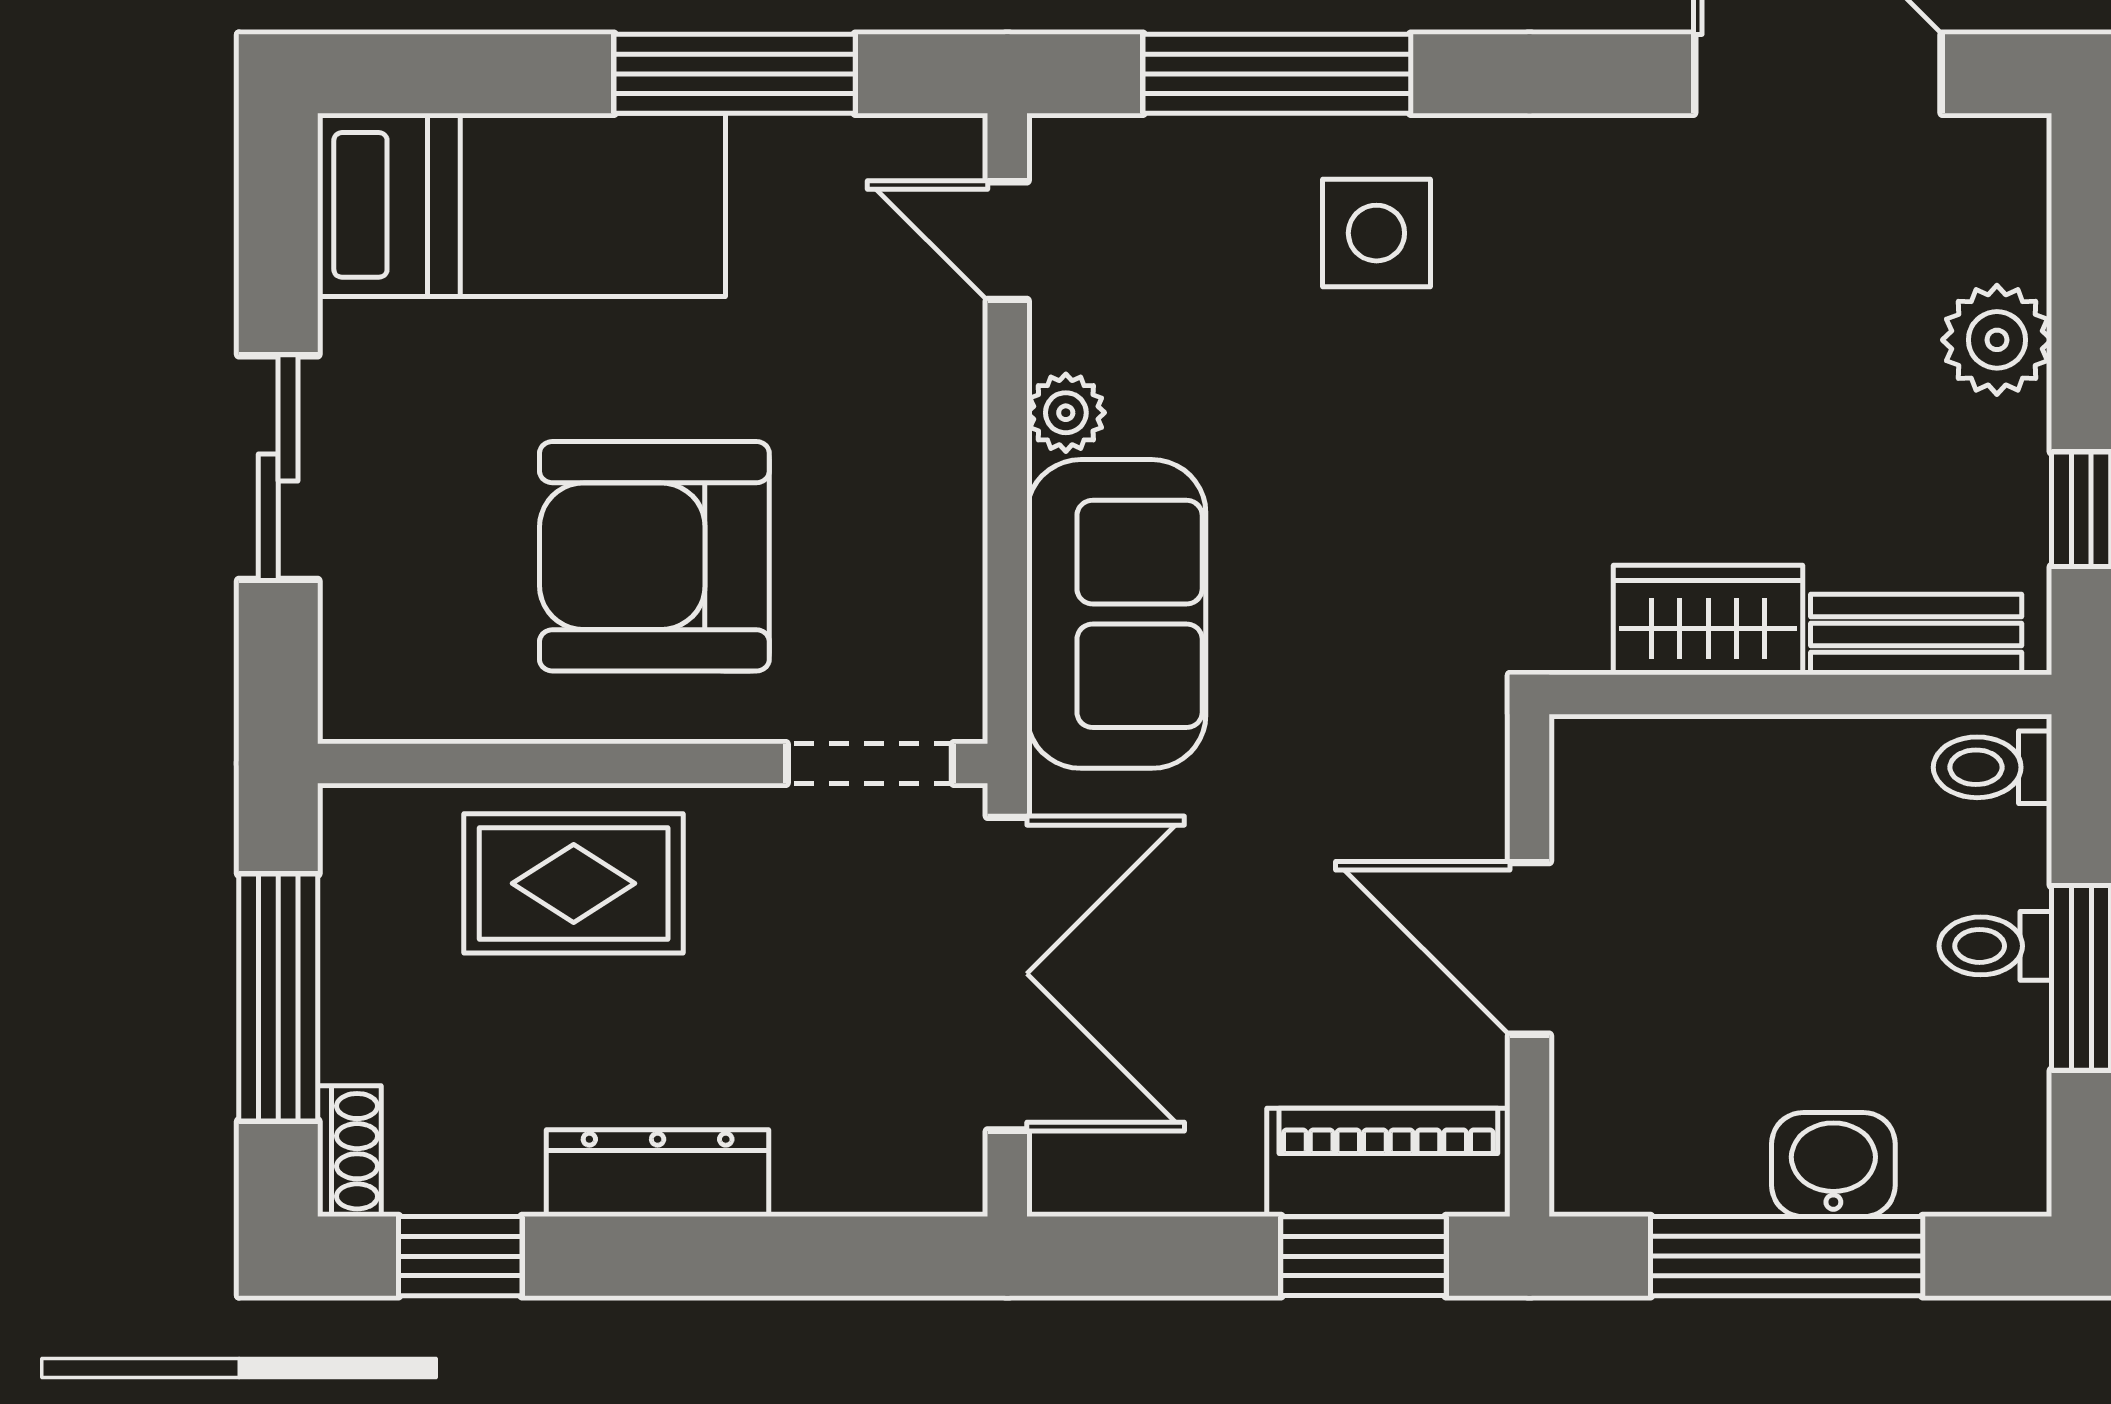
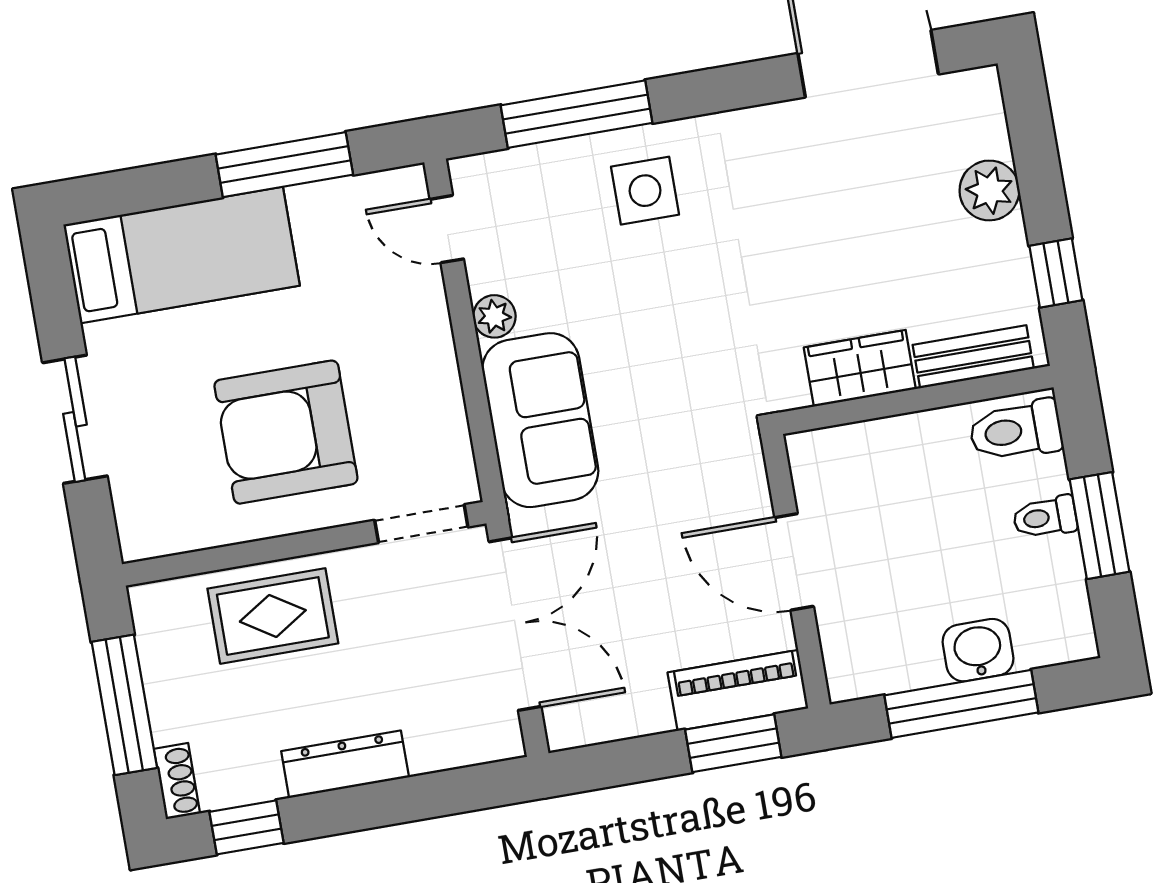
toilet: (1993, 767) -> (1016, 431), width x1.37, depth x1.39

